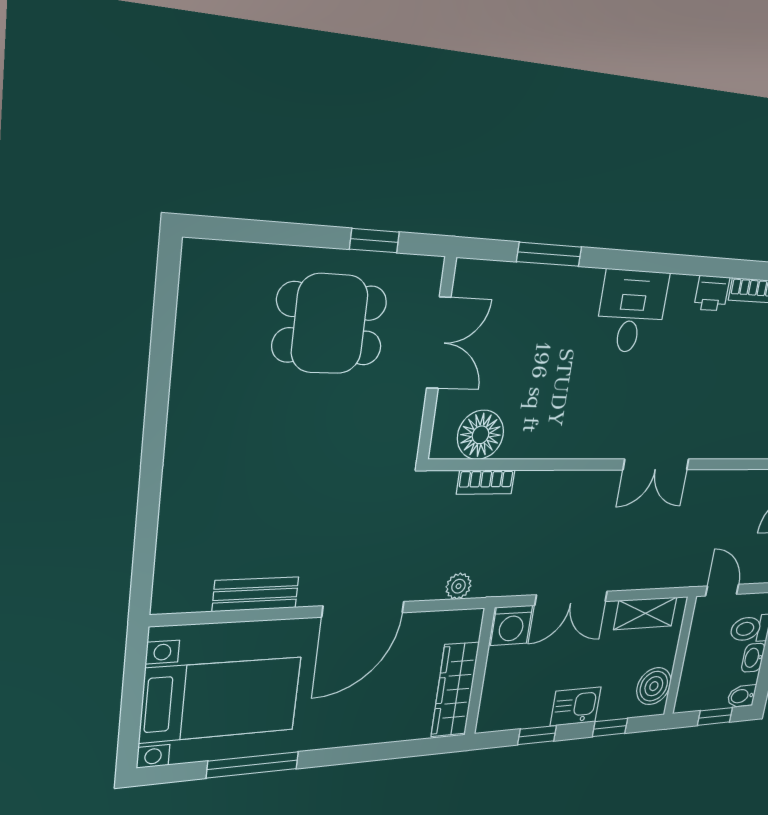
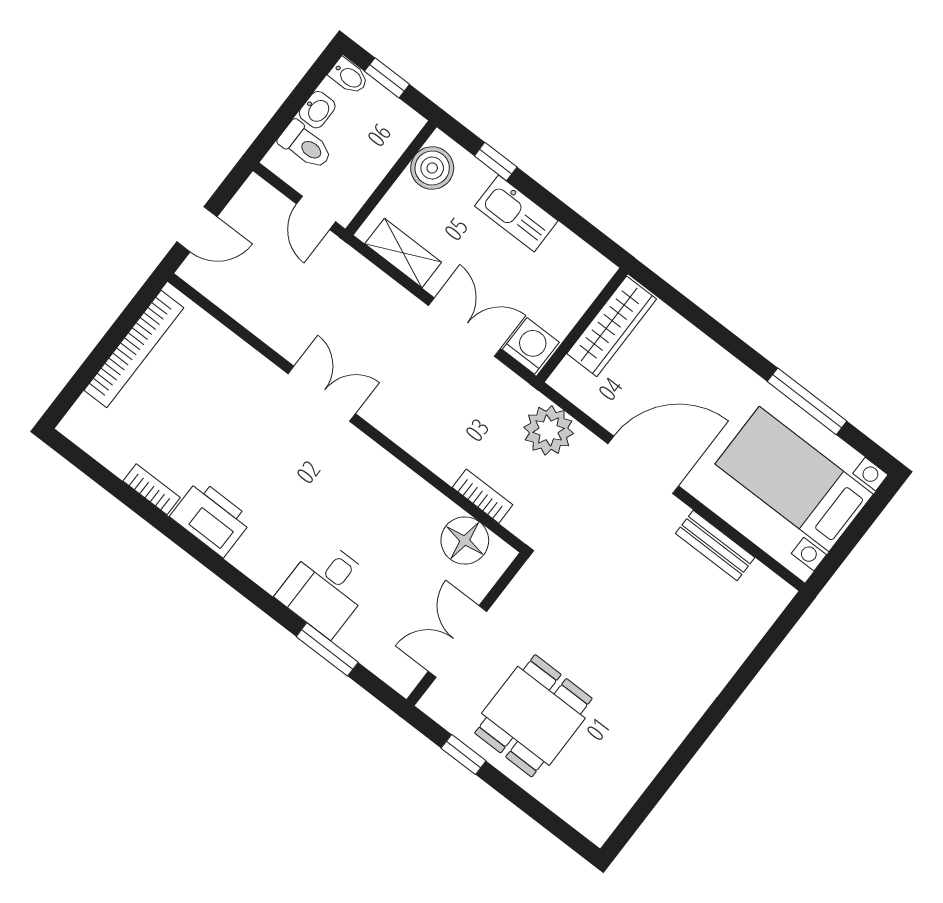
printer: (712, 293) -> (211, 518), width x1.87, depth x1.48
desk: (632, 311) -> (326, 588), moved
dining table: (330, 324) -> (533, 716), turned 90
plant: (458, 586) -> (549, 430), width x1.88, depth x1.88
kitchen sink: (576, 706) -> (516, 213), width x1.38
window: (537, 735) -> (566, 216), removed

